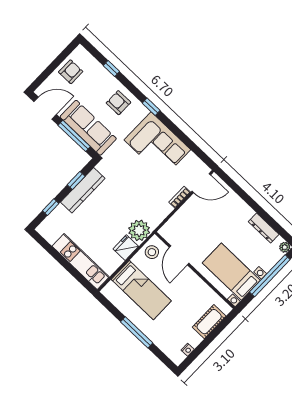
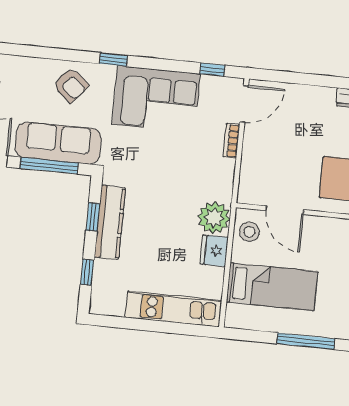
window: (111, 68) -> (212, 70), moved
armchair: (118, 103) -> (71, 85), turned -140

